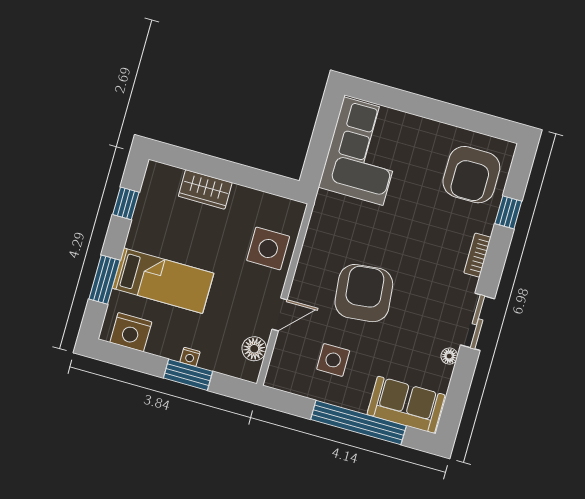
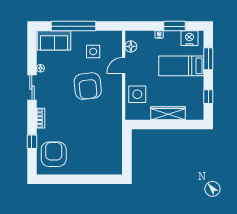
corner sofa: (363, 151) -> (106, 151), removed
wardrobe: (205, 189) -> (168, 113), width x1.50
window: (188, 375) -> (174, 26), moved

